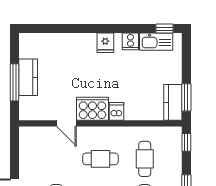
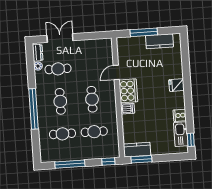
fridge: (105, 43) -> (177, 85), moved
kitchen counter: (28, 77) -> (159, 41), moved

